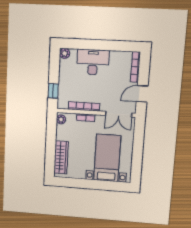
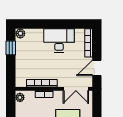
desk: (93, 62) -> (59, 40), moved
window: (53, 91) -> (11, 48), moved

